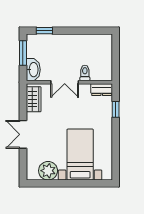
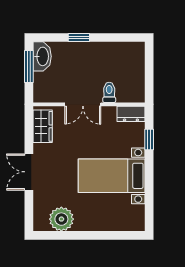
window: (44, 31) -> (79, 37), moved
washbasin: (33, 70) -> (42, 56), moved
bed with nightstands: (80, 155) -> (112, 176), moved, turned -90

